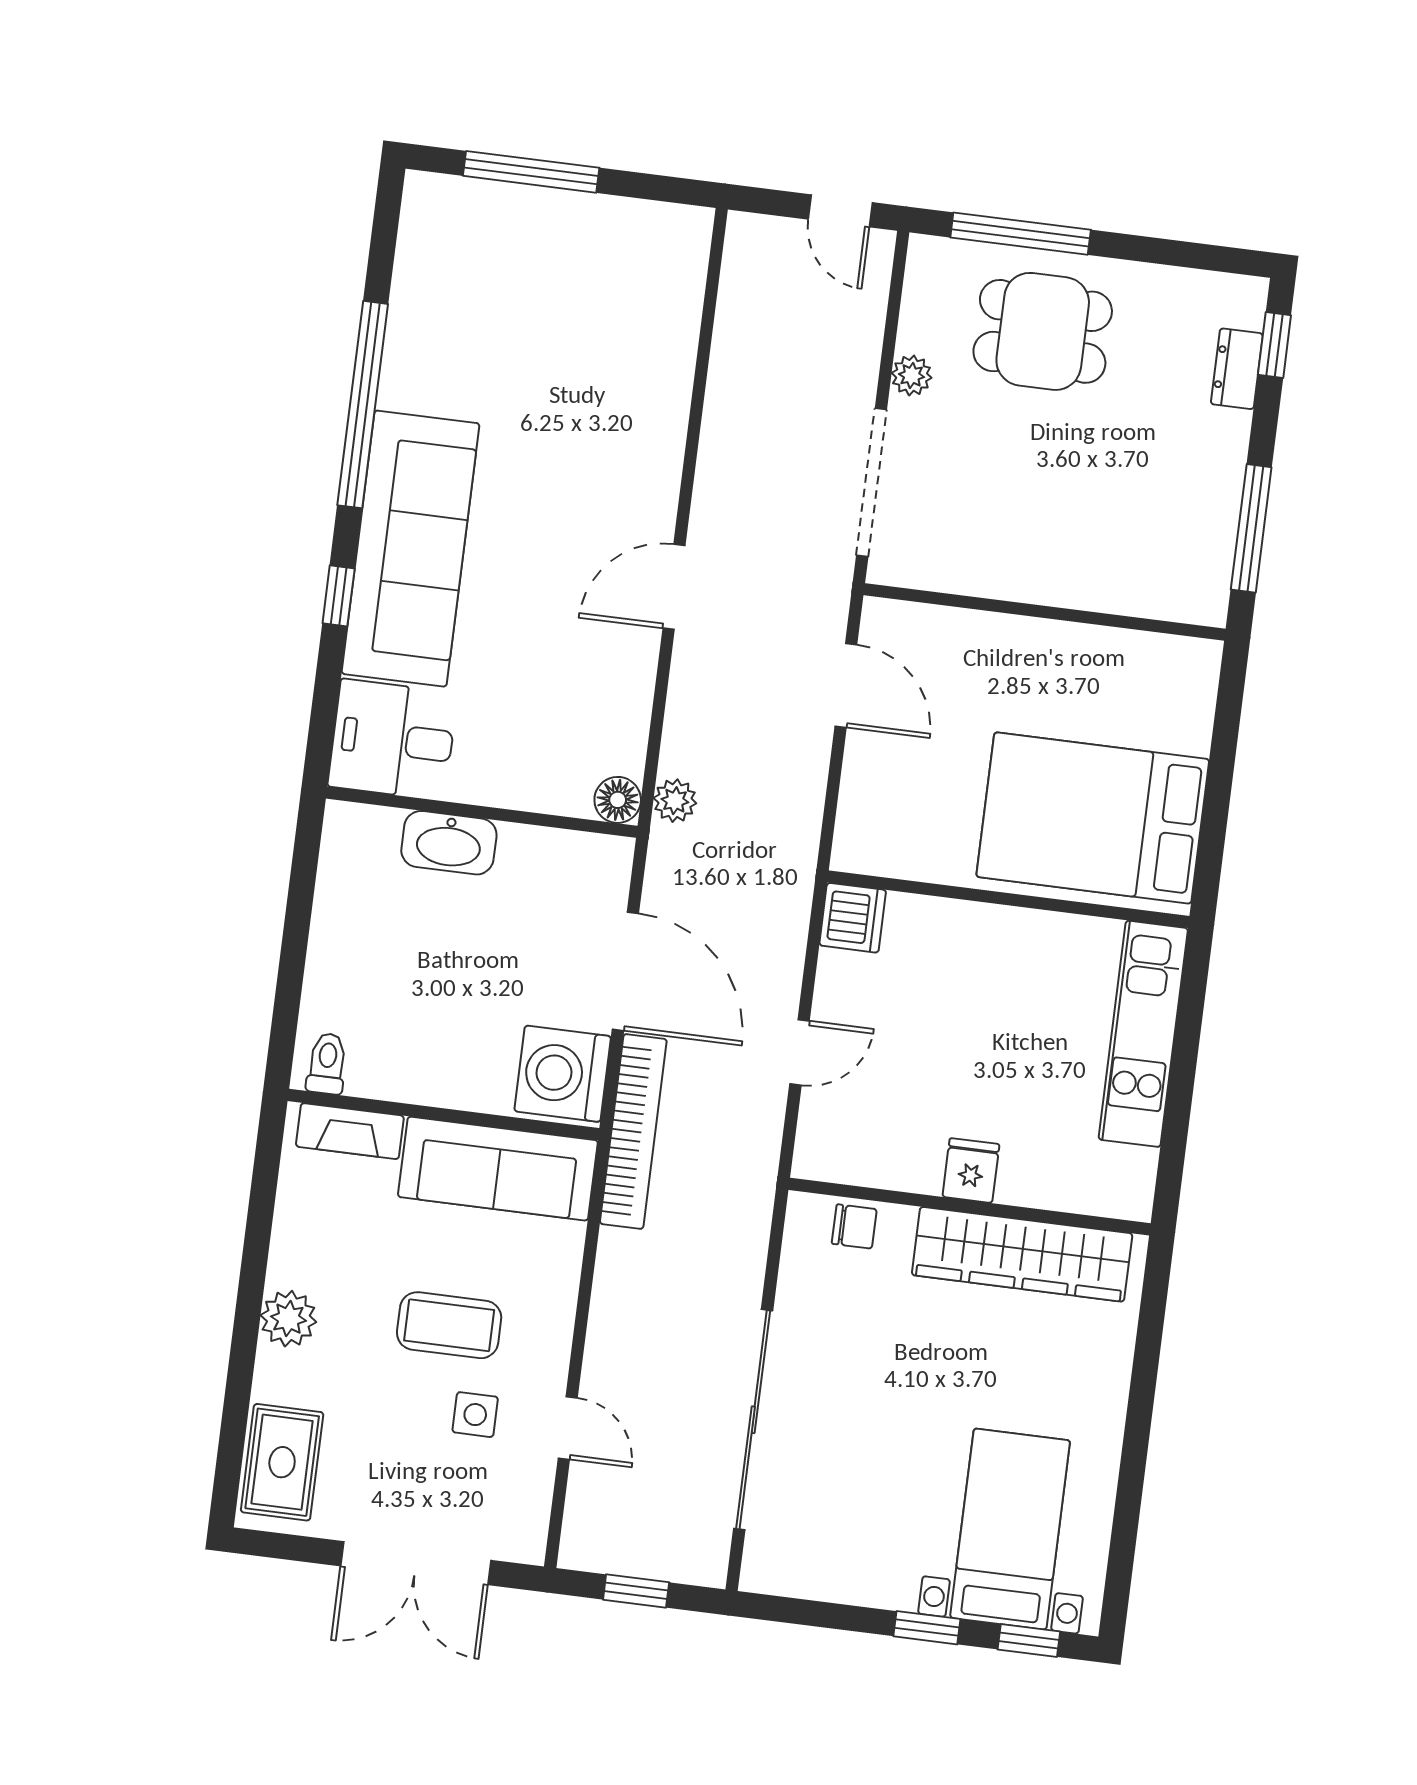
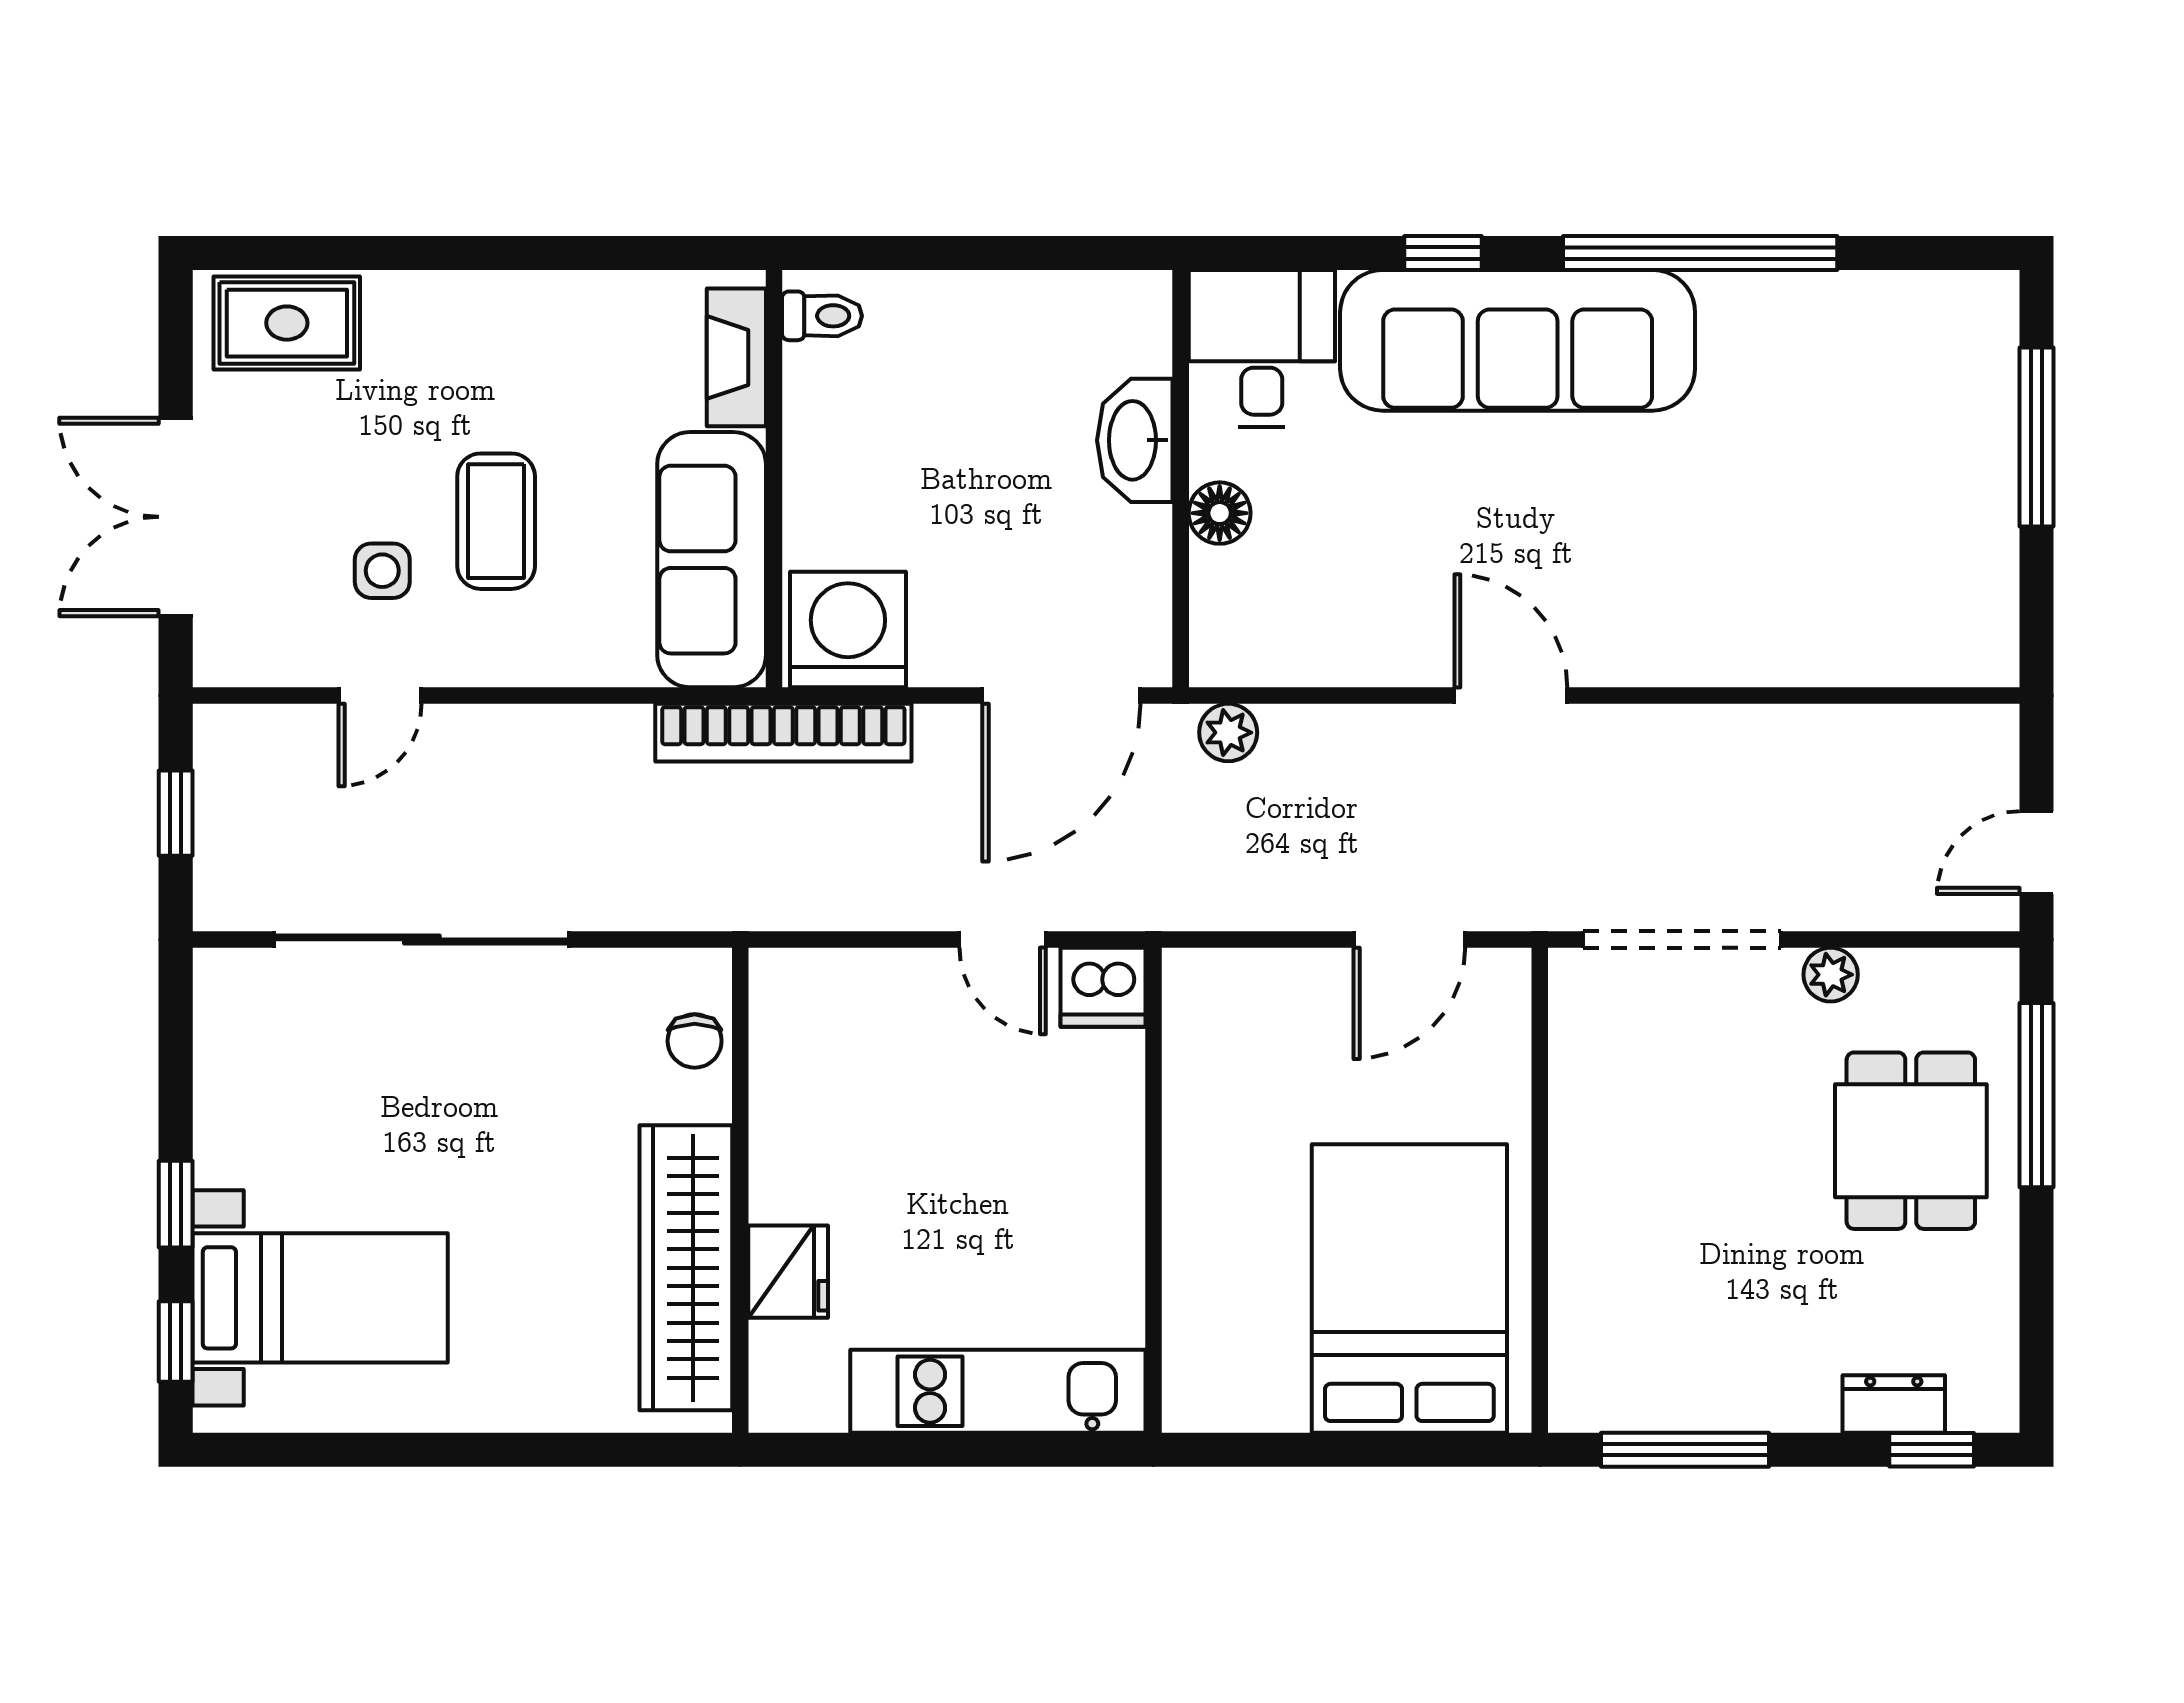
floor lamp: (618, 800) -> (1220, 513), moved
bed: (1093, 818) -> (1409, 1288), moved
door: (625, 971) -> (1061, 695), moved
door: (800, 1052) -> (1003, 939), moved
fridge: (971, 1171) -> (788, 1272), moved, width x1.38
plant: (288, 1319) -> (478, 308), removed

